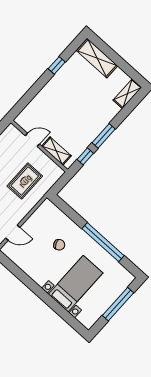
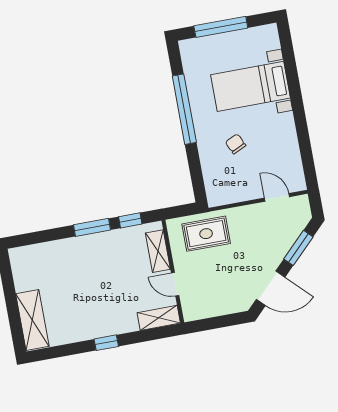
window: (57, 65) -> (106, 343), moved
shelving: (127, 94) -> (159, 318), moved
rug: (25, 181) -> (206, 234), moved

